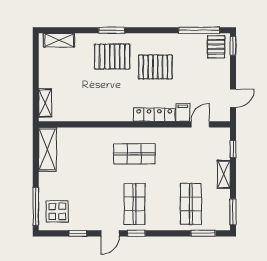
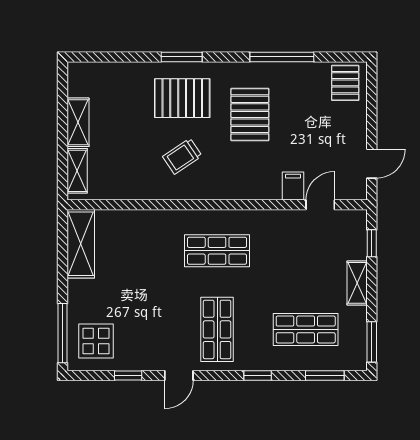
window: (199, 30) -> (282, 57), moved
shelving: (59, 40) -> (78, 122), moved, turned 90
window: (233, 46) -> (372, 81), removed
pallet: (155, 67) -> (250, 114), turned 90
trolley: (112, 93) -> (182, 156), added
locker: (154, 115) -> (248, 189), removed
shop shelf: (191, 204) -> (306, 329), turned 90
window: (136, 233) -> (258, 375), moved

